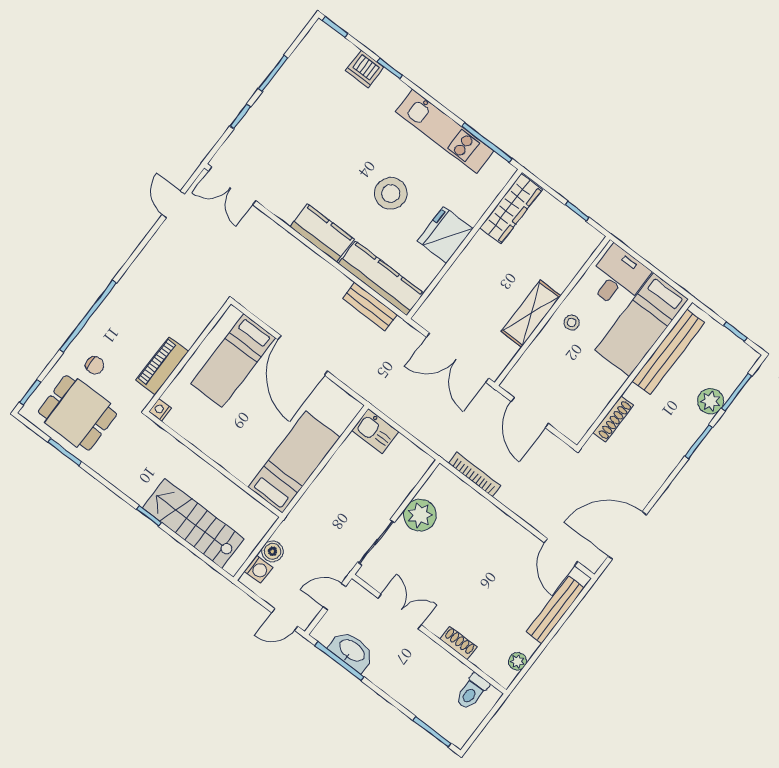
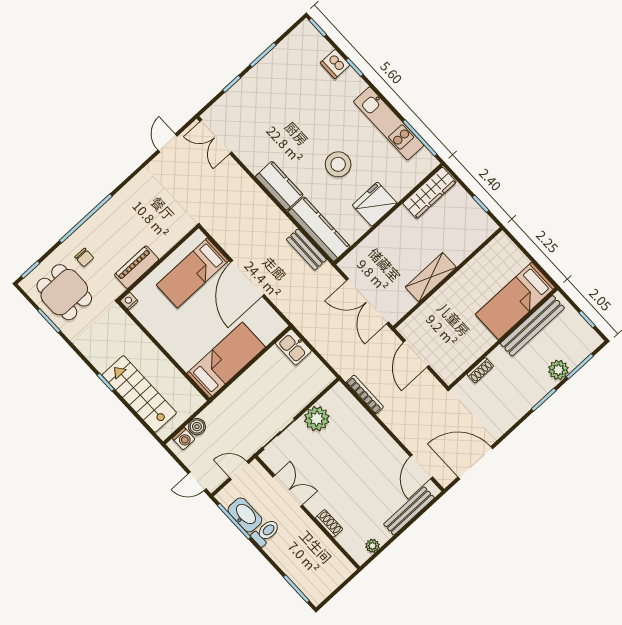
desk: (618, 277) -> (503, 261), removed
stool: (572, 322) -> (461, 290), removed
shoe rack: (613, 419) -> (480, 370), width x0.70
toilet: (472, 692) -> (266, 532), moved, turned 180

